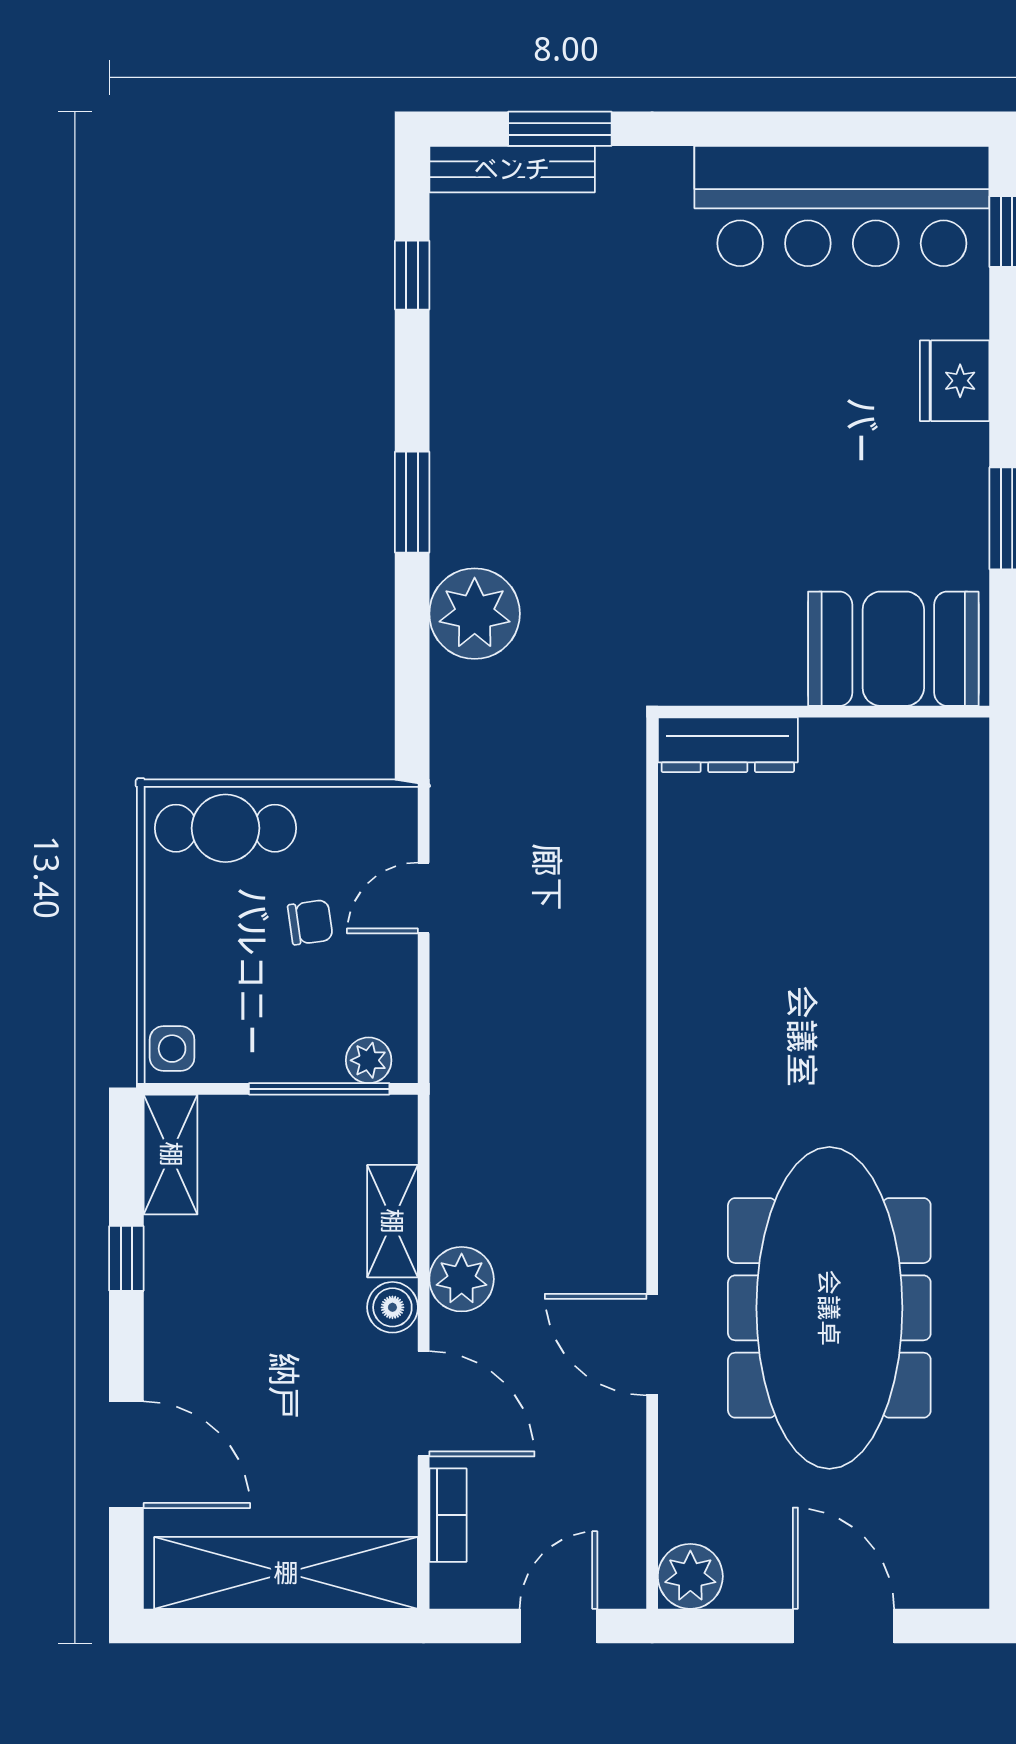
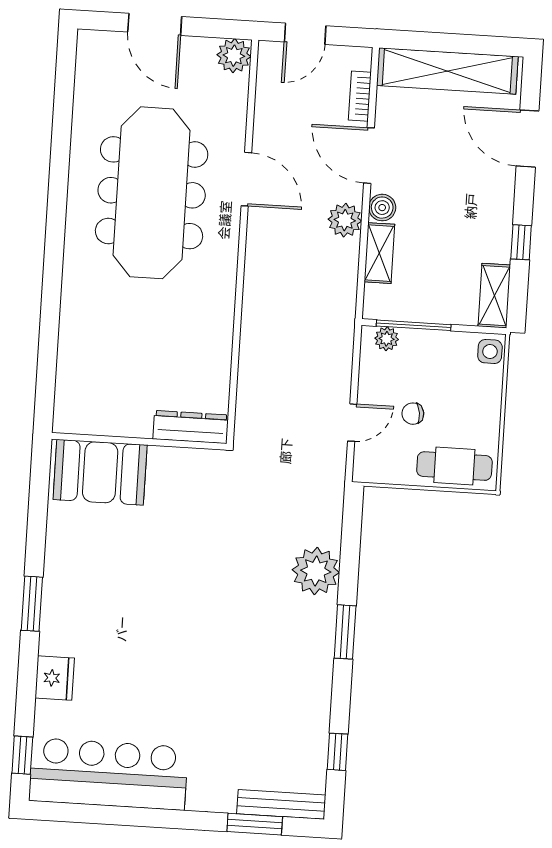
booth: (893, 649) -> (100, 472), moved
wall: (824, 712) -> (139, 441), moved
dresser: (728, 745) -> (191, 427), moved

